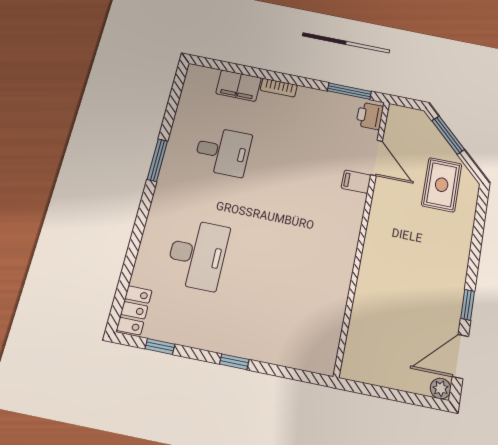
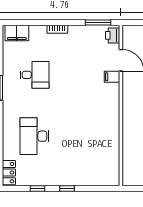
filing cabinet: (238, 86) -> (17, 33), moved
desk: (197, 254) -> (35, 136), turned 180
window: (160, 346) -> (38, 188), moved

